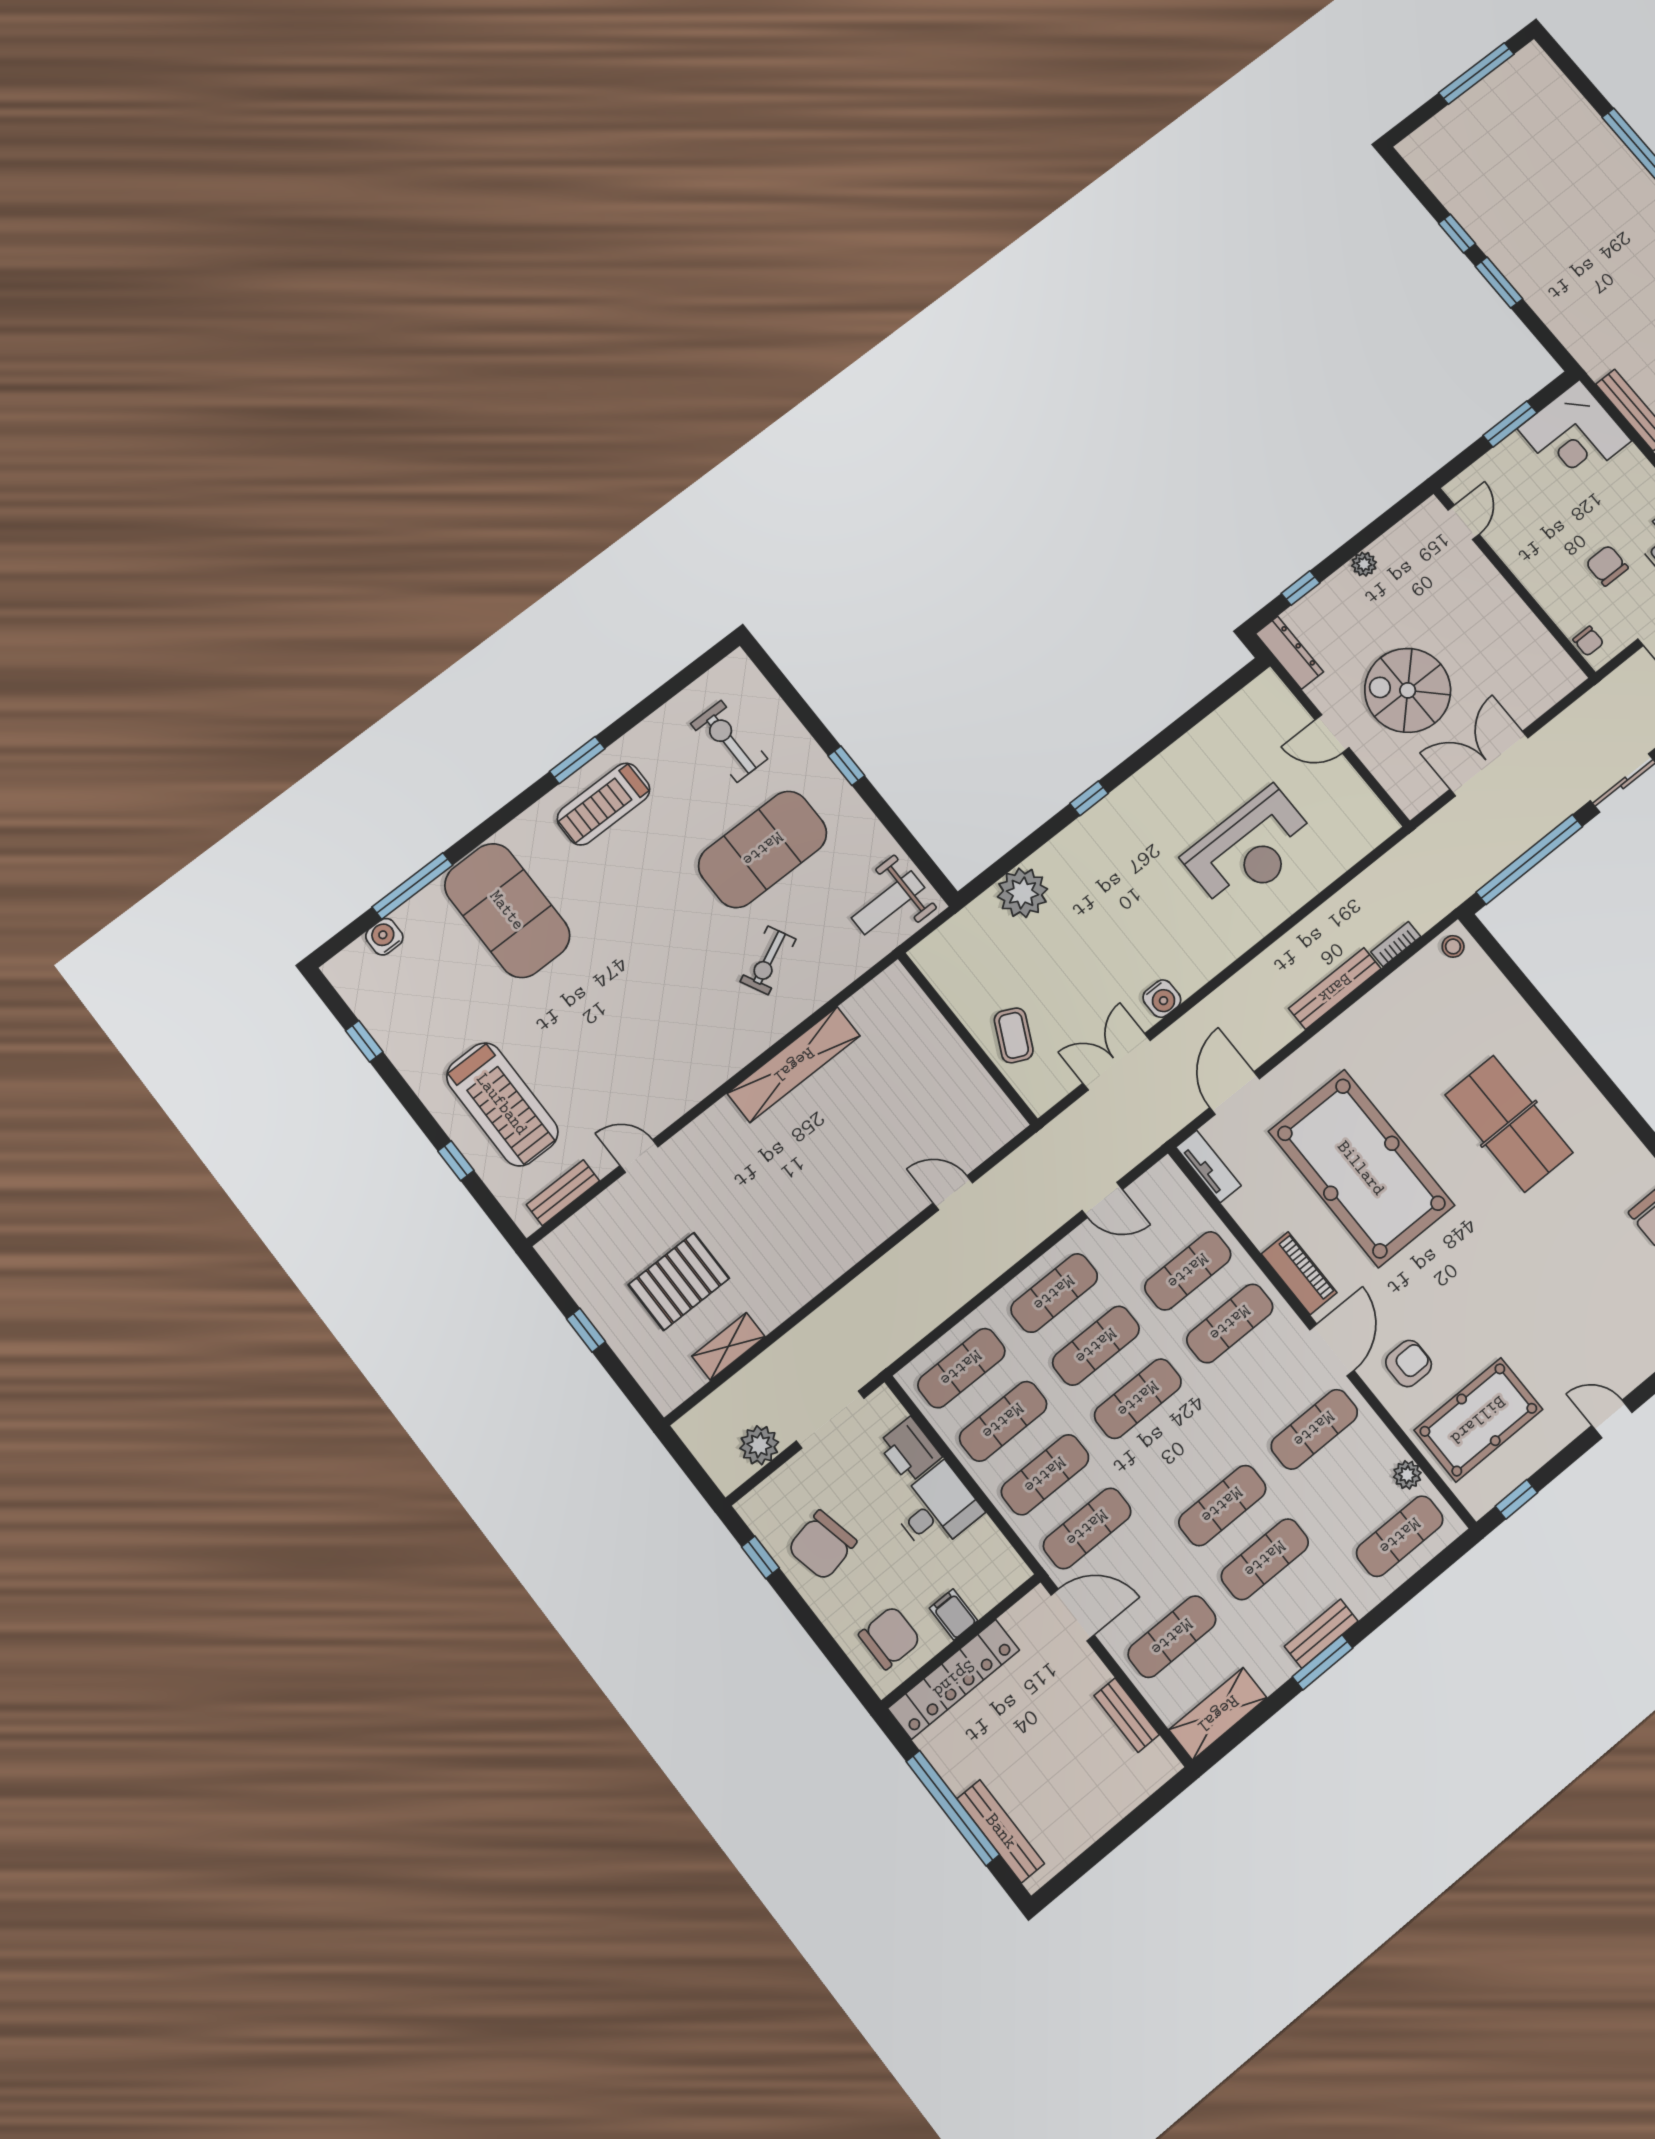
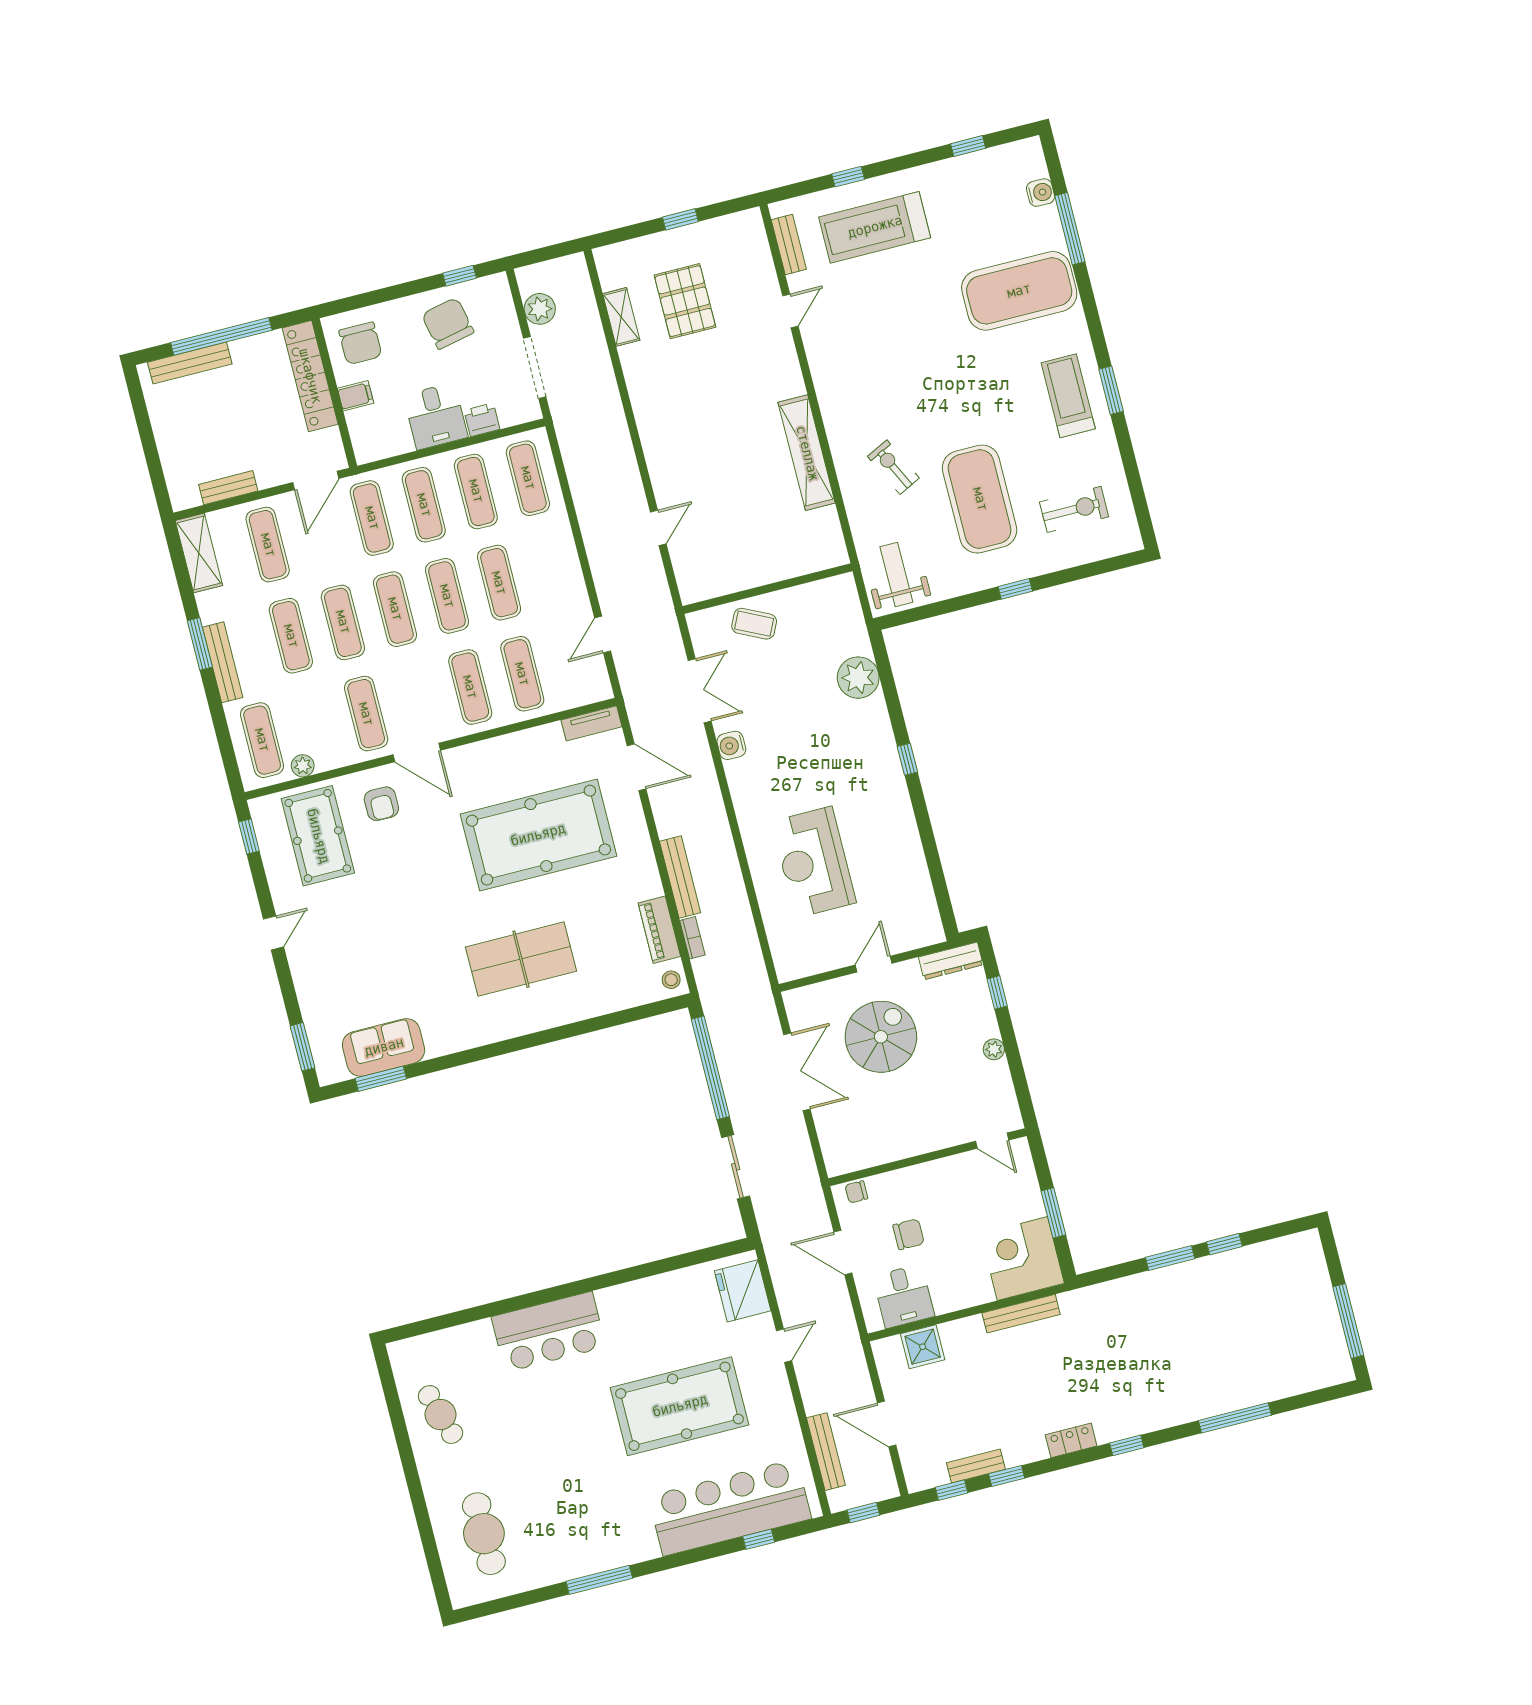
piano: (1299, 1273) -> (659, 930), moved, turned 90
exercise mat: (1054, 1293) -> (395, 609), moved
printer: (910, 1450) -> (482, 420), width x0.73, depth x0.81
bench: (1321, 1634) -> (223, 662), width x1.36

